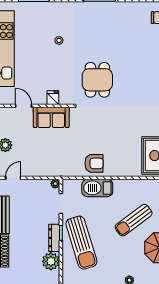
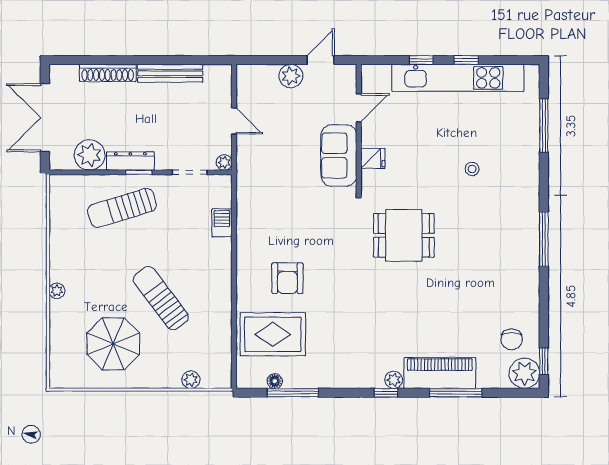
armchair: (94, 163) -> (287, 278), moved
door: (13, 178) -> (234, 121), moved
barbecue: (97, 188) -> (222, 223), width x0.53, depth x0.65
sun lounger: (81, 243) -> (122, 208), width x0.73, depth x0.75

